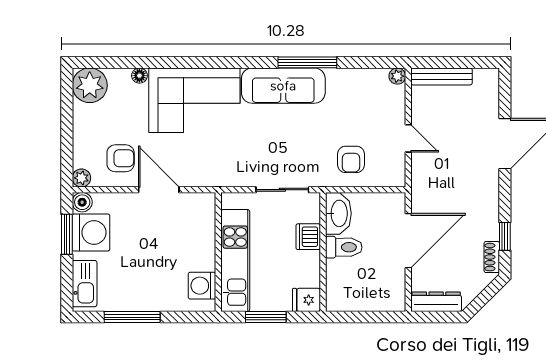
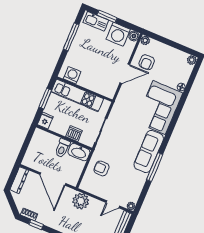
plant: (90, 85) -> (192, 60), width x0.53, depth x0.53
door: (408, 138) -> (113, 204), moved
plant: (427, 172) -> (81, 201), added
window: (67, 234) -> (107, 16), moved

